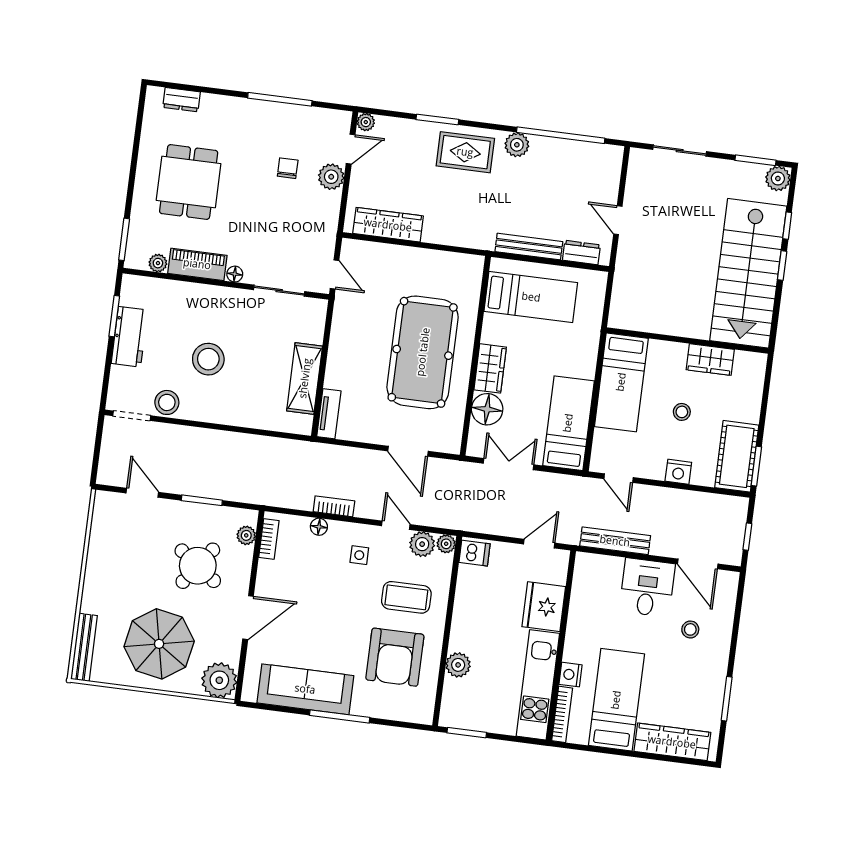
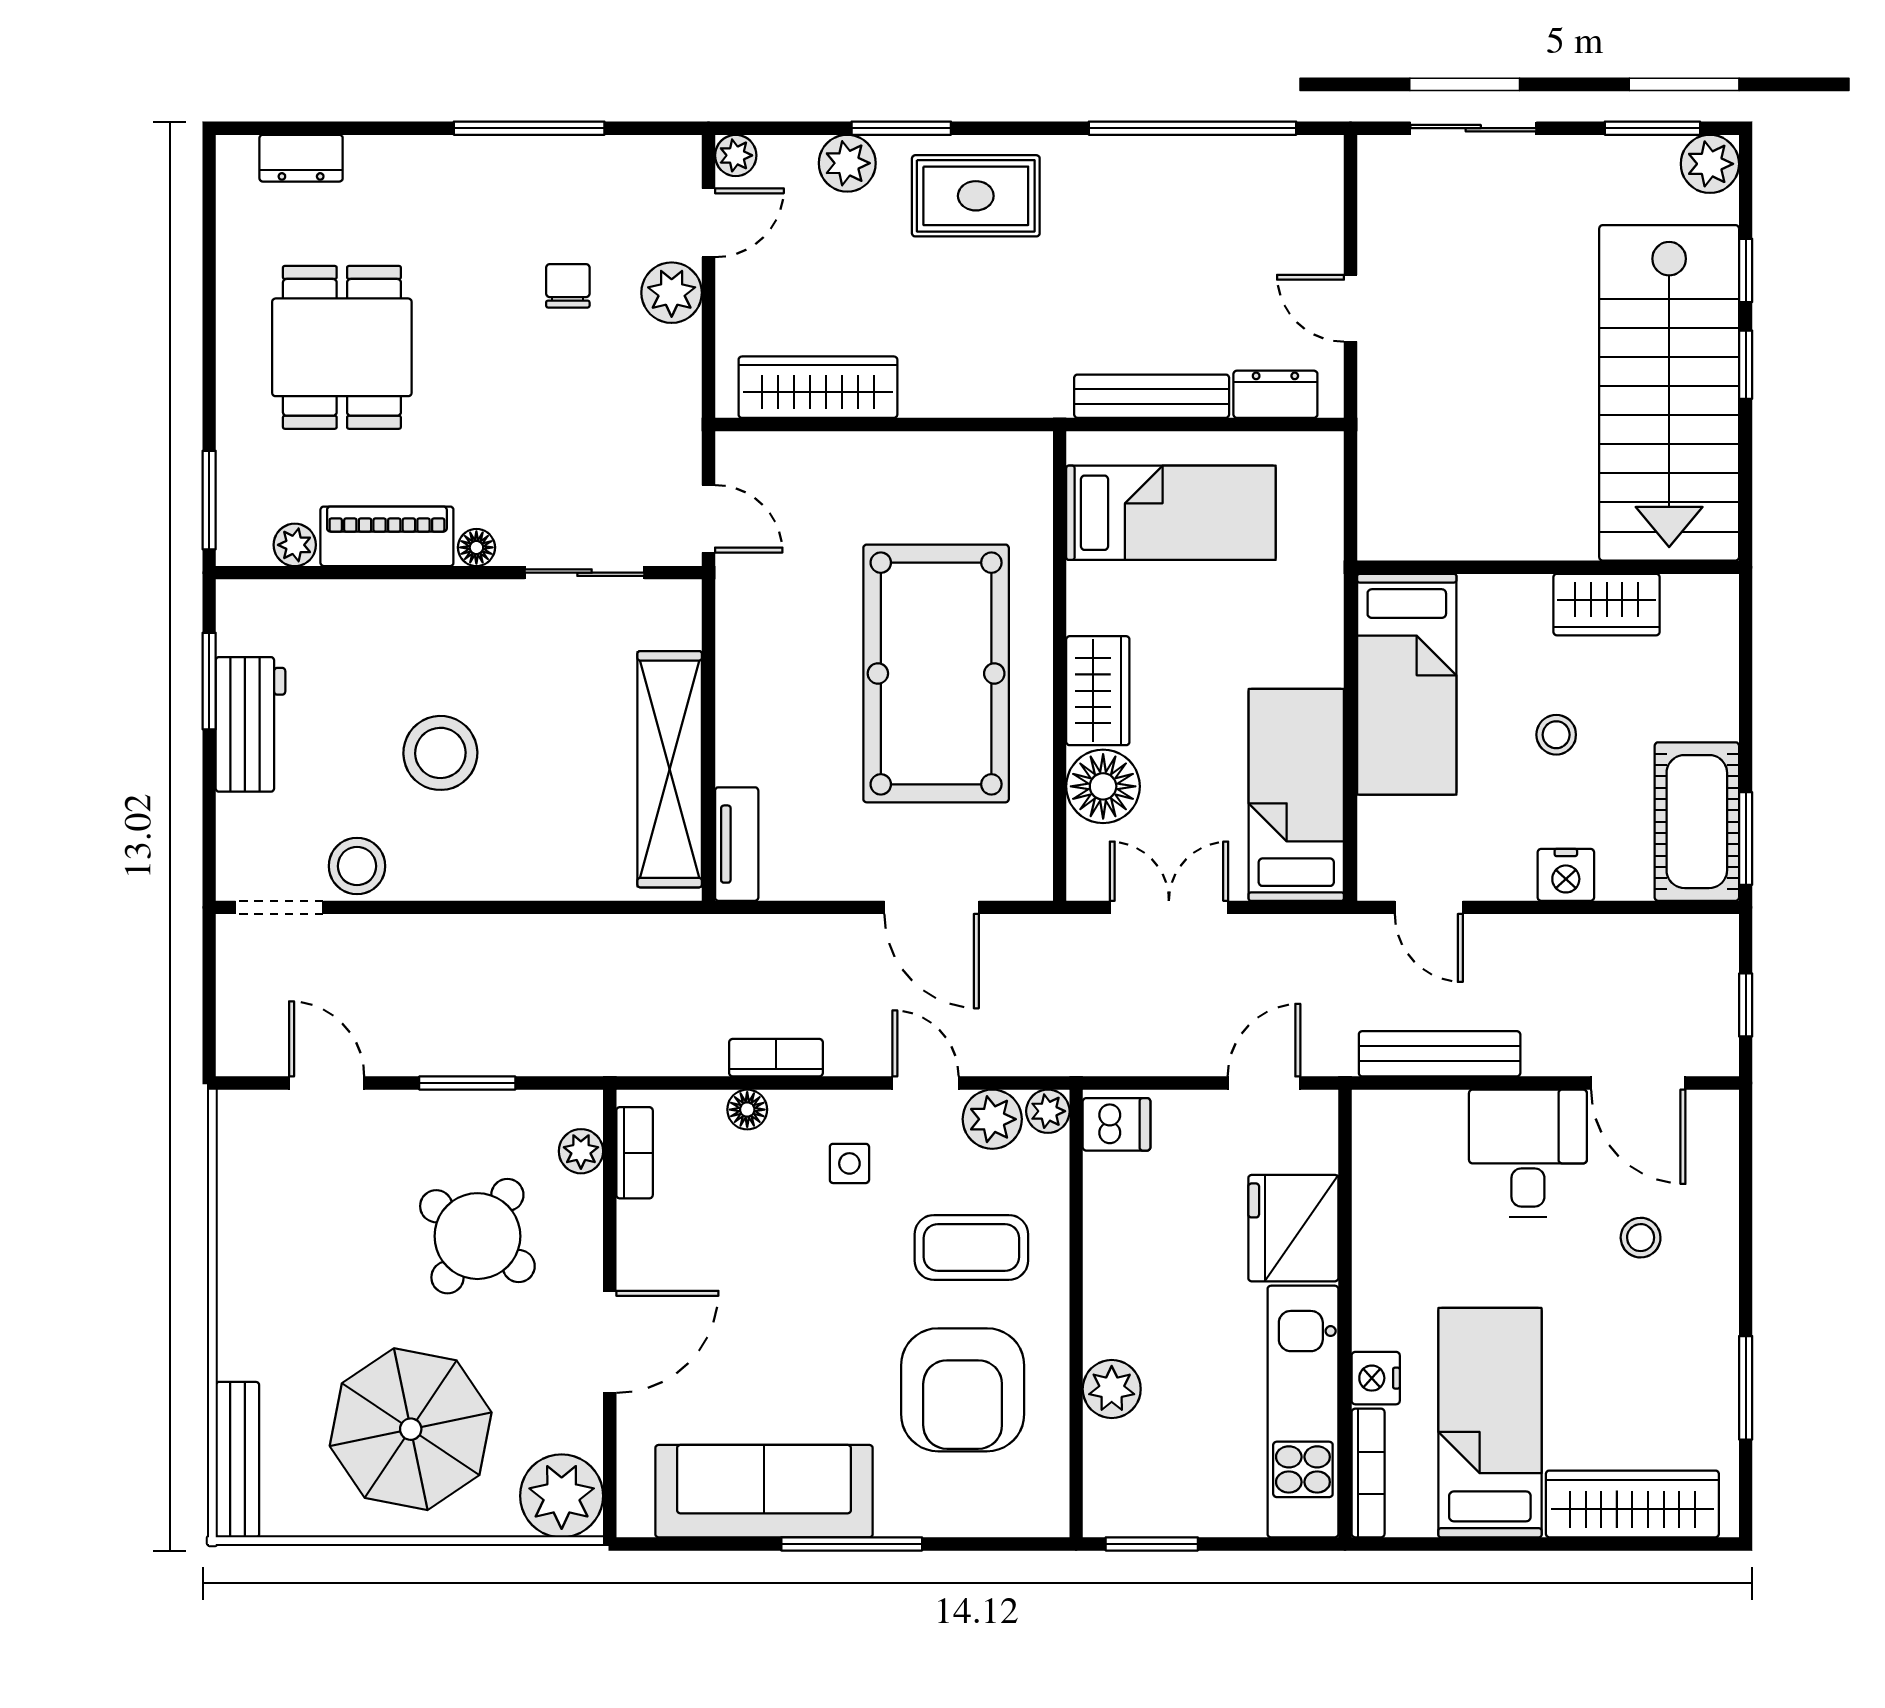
plant: (517, 145) -> (847, 163), moved
shelving: (305, 378) -> (670, 769), width x1.47

